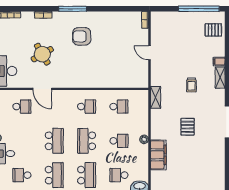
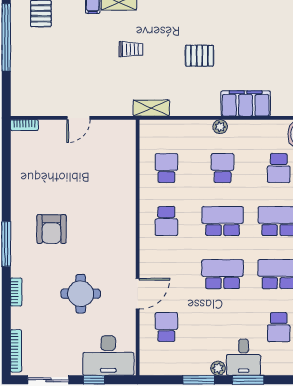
round table: (42, 54) -> (81, 294), turned 30
school desk: (87, 107) -> (166, 221), turned 180
school desk: (87, 141) -> (223, 221), turned 180

